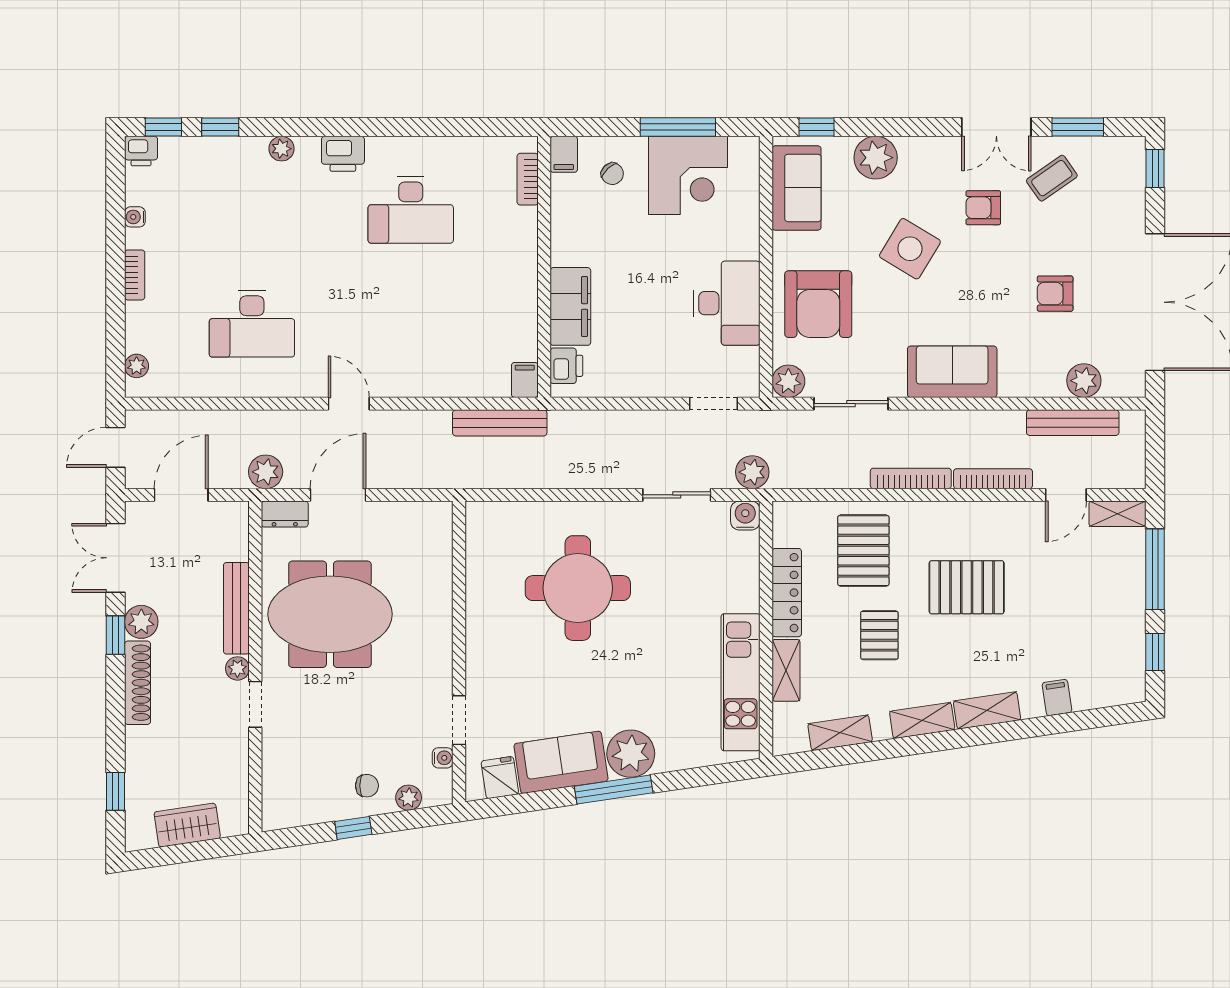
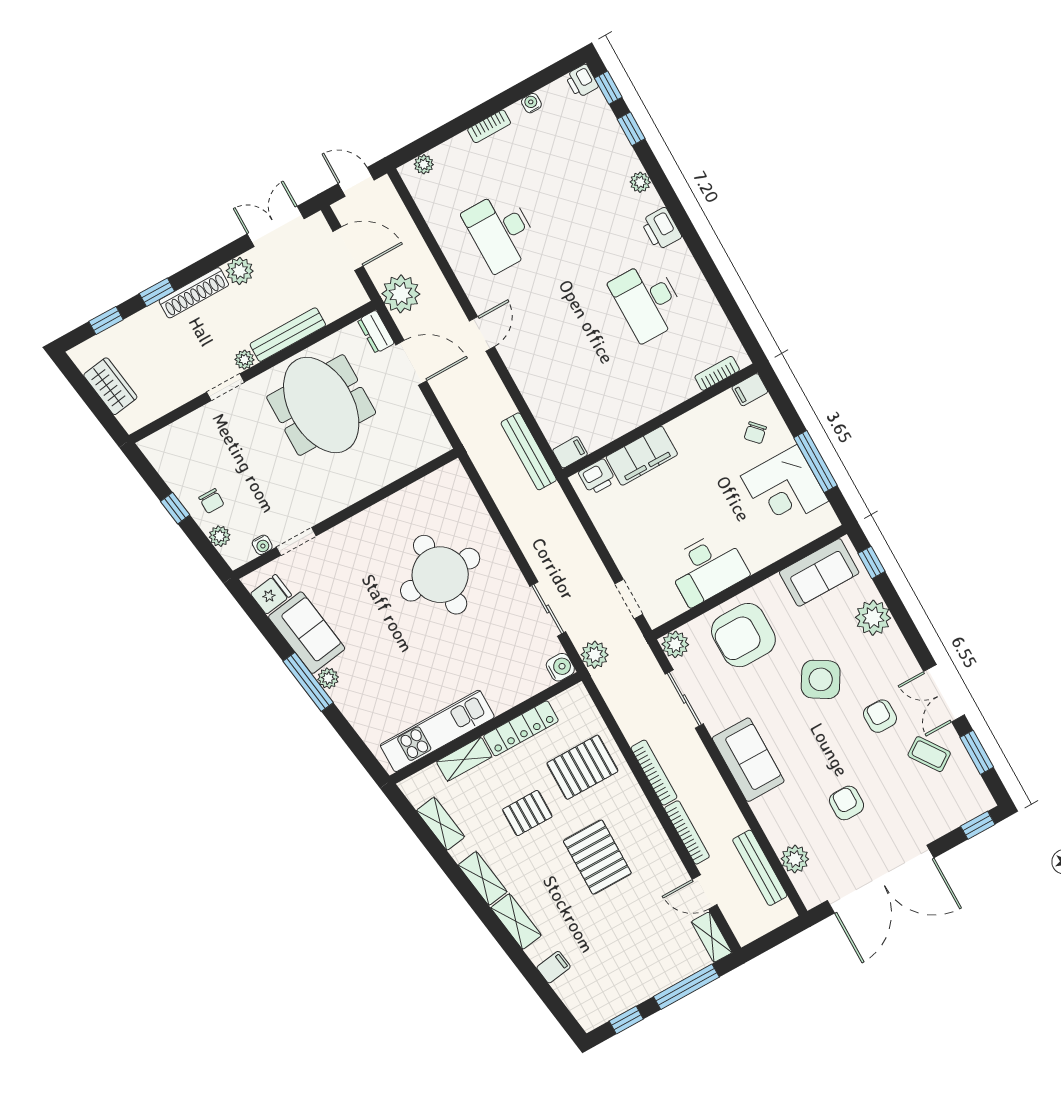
plant: (266, 472) -> (401, 294), width x1.36, depth x1.36
window: (115, 635) -> (157, 292), moved
plant: (631, 754) -> (328, 678), width x0.53, depth x0.53

